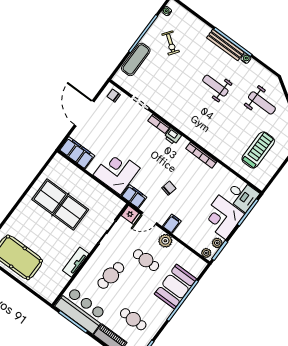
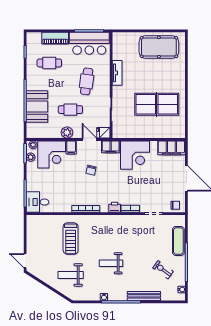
bench: (225, 45) -> (144, 296), moved
weight bench: (215, 86) -> (111, 263), turned 180
treadmill: (258, 150) -> (71, 239), moved
corner desk: (222, 217) -> (52, 154), moved, turned 90
door: (149, 218) -> (89, 139), hinge flipped

